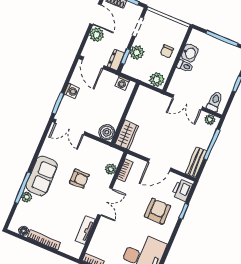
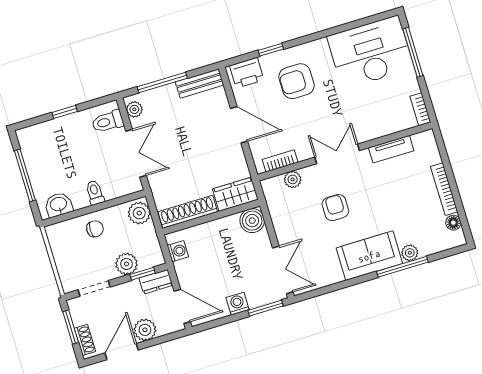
washbasin: (190, 53) -> (59, 205), moved
door: (93, 63) -> (182, 306), hinge flipped
shoe rack: (137, 104) -> (188, 212), added

